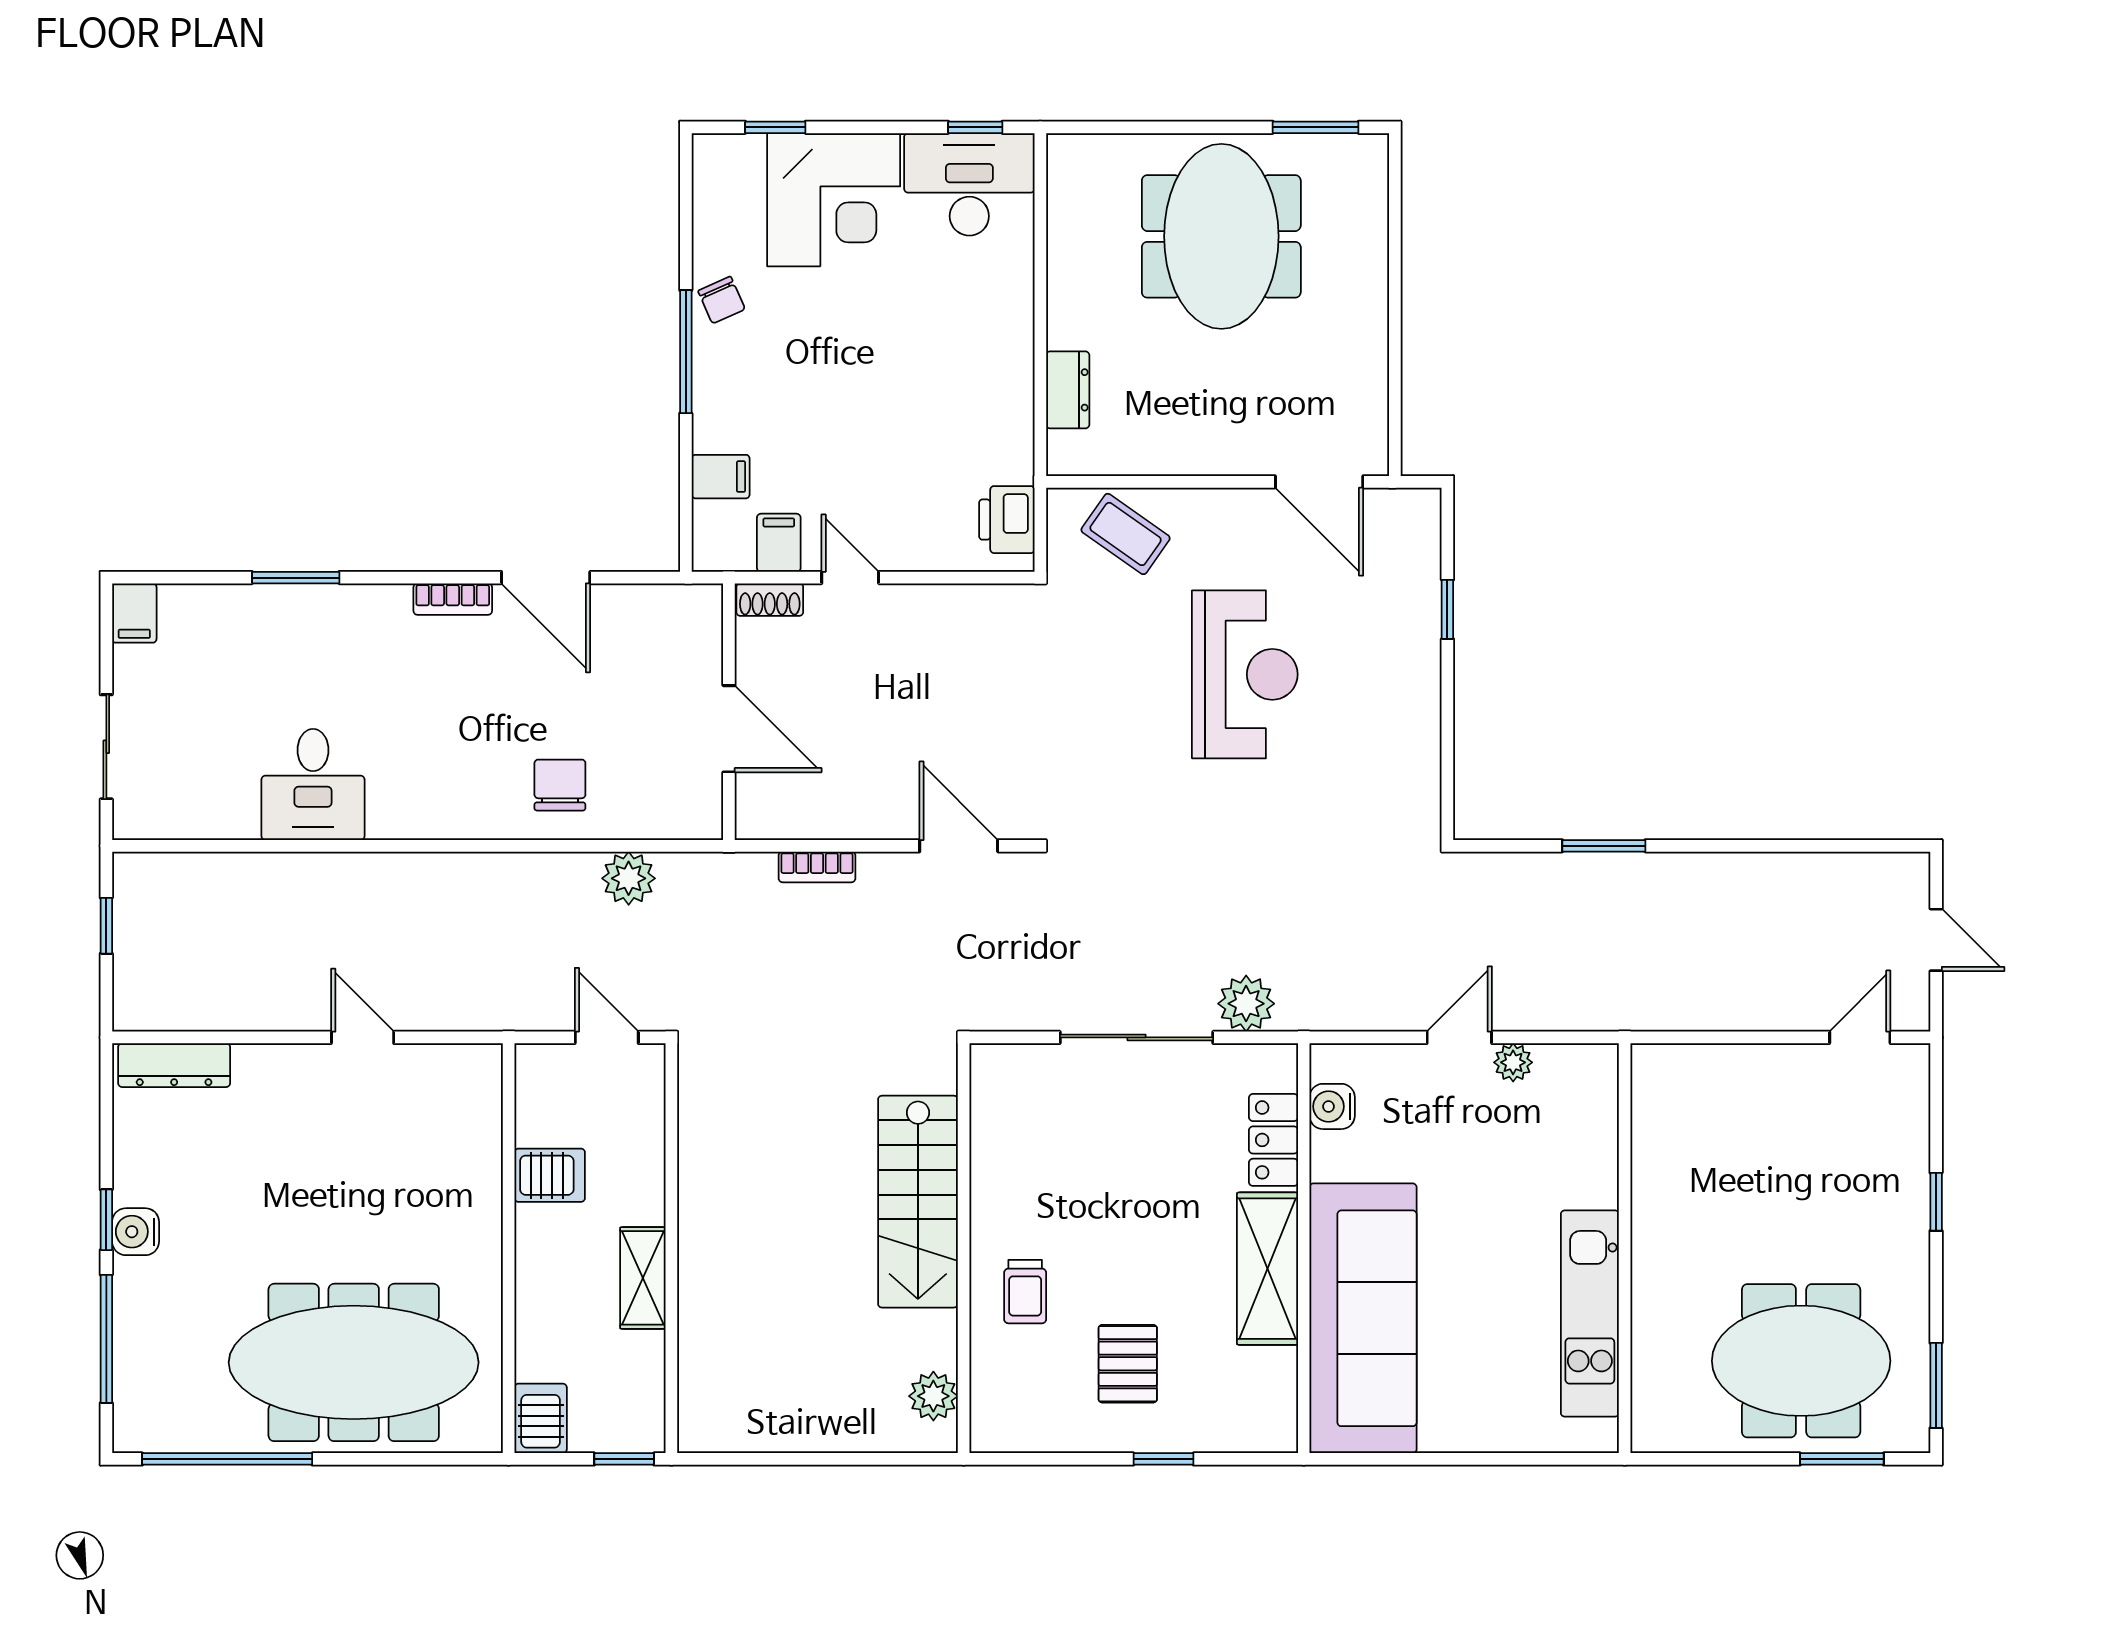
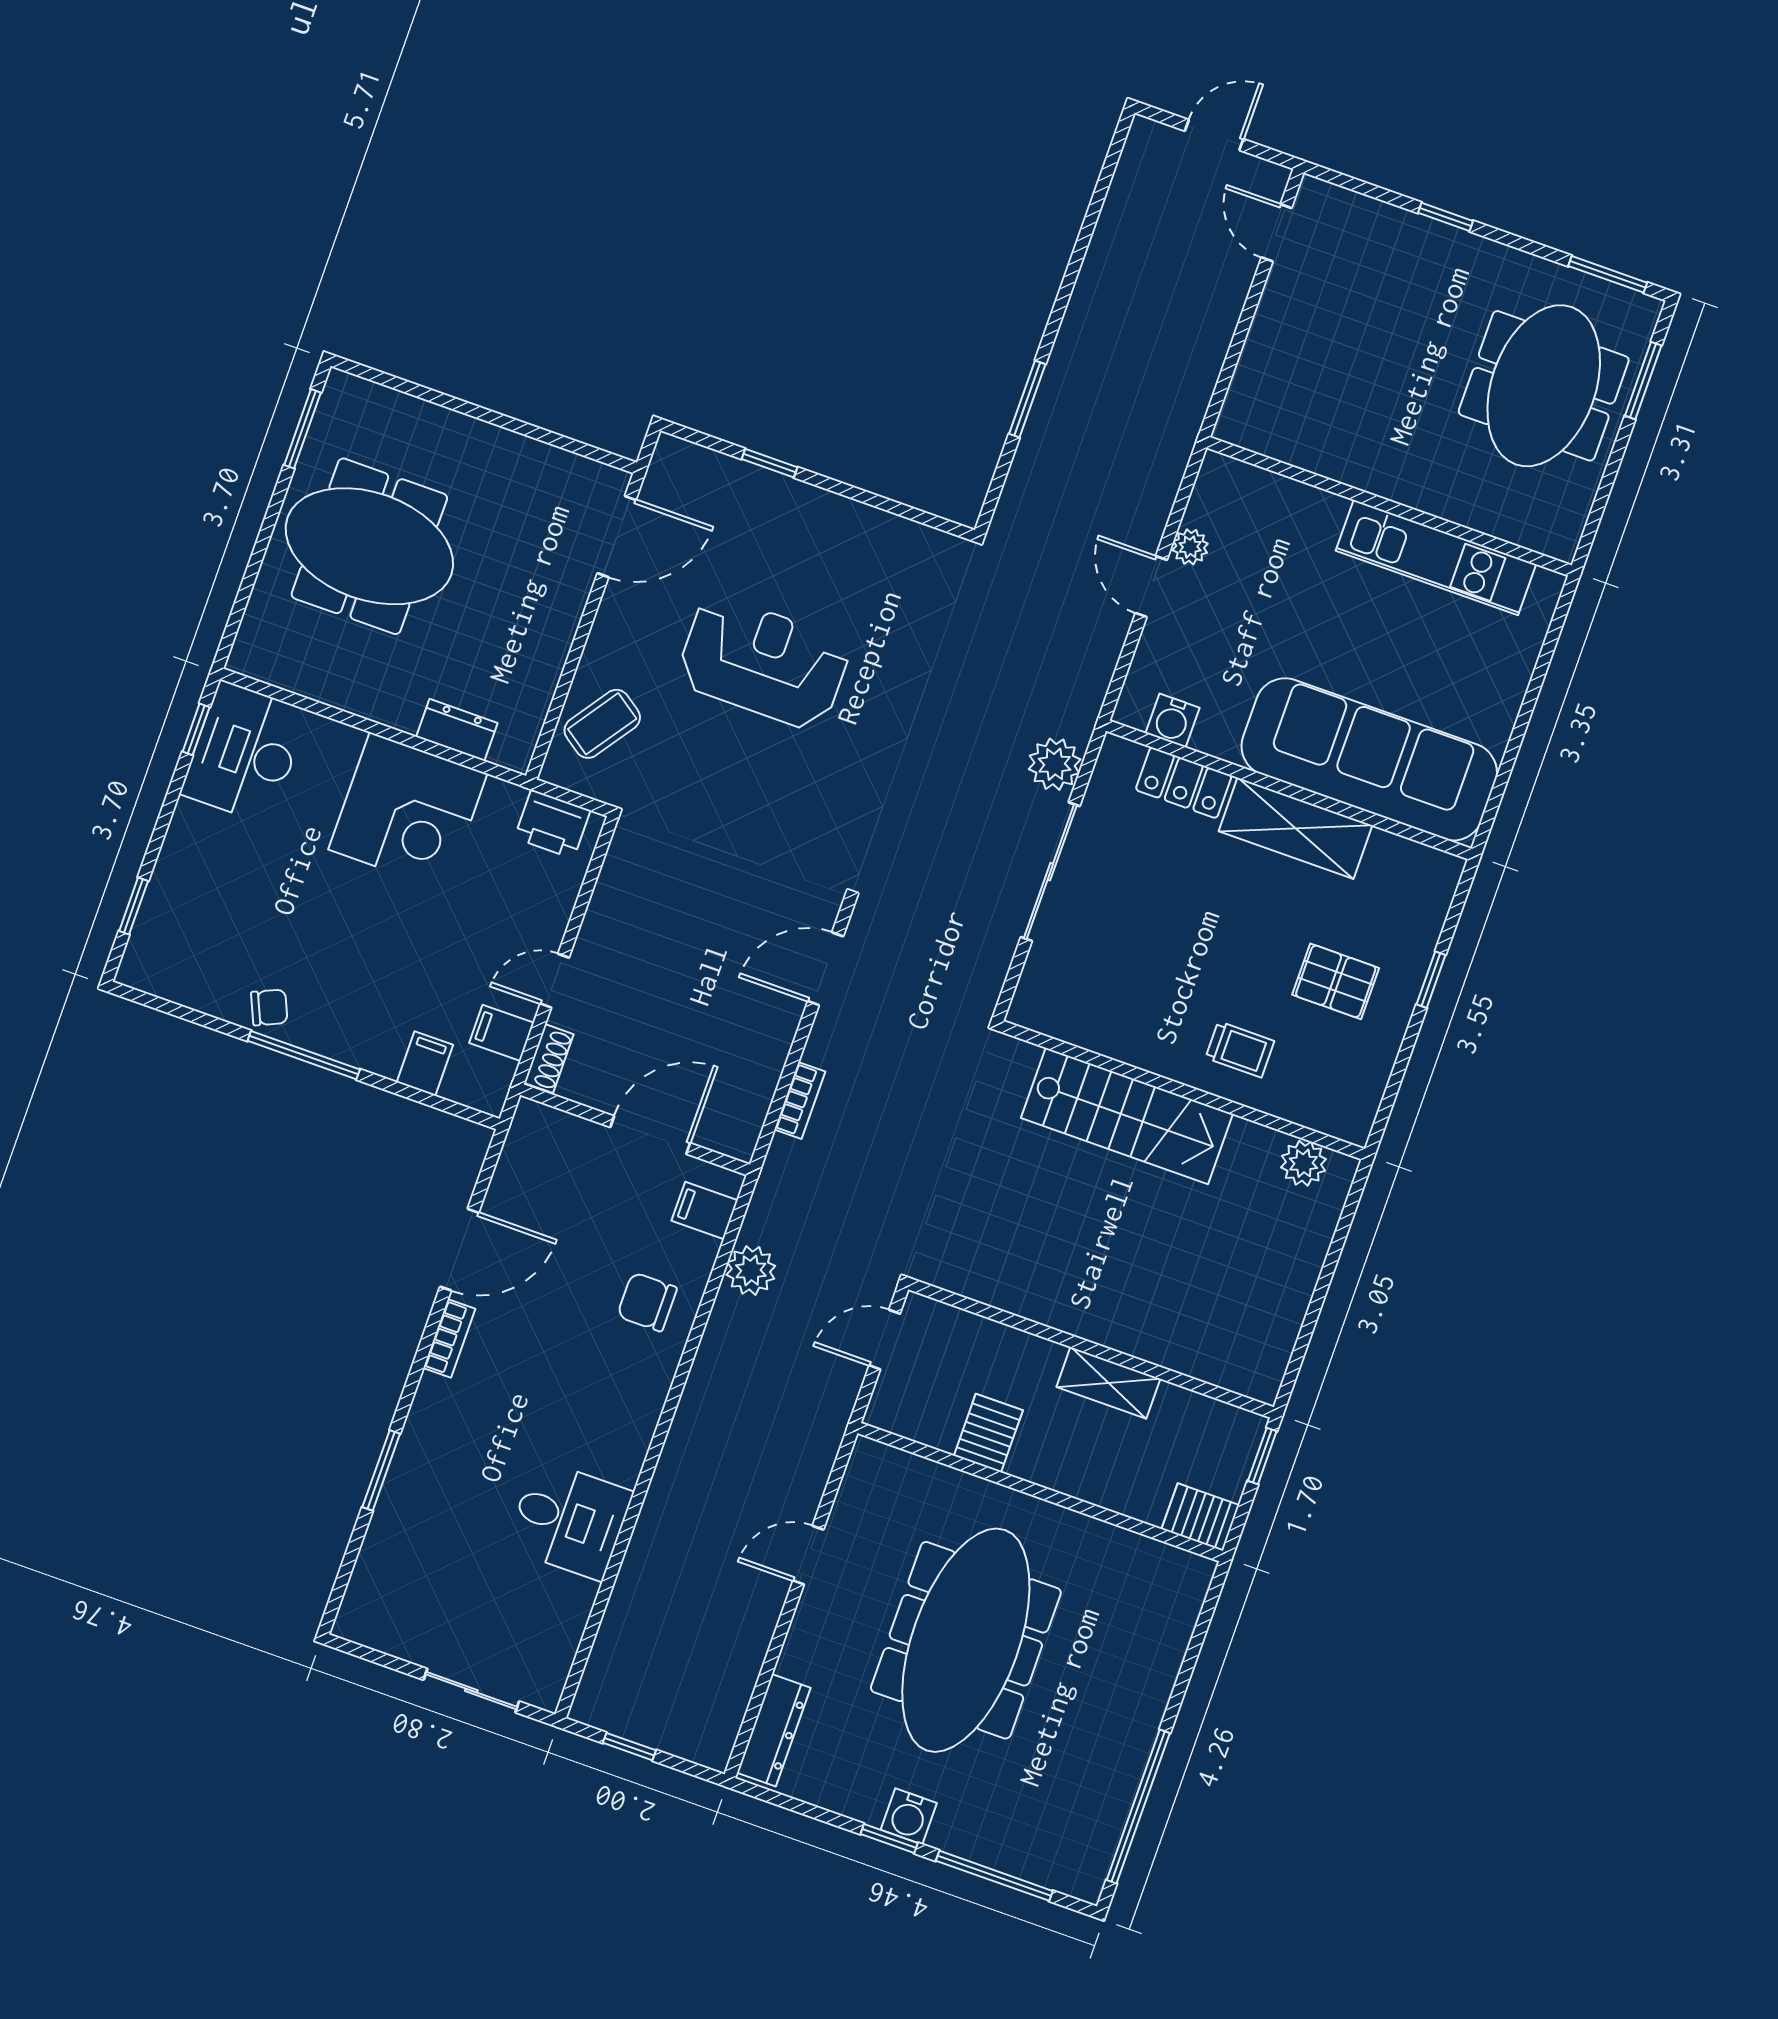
corner desk: (834, 200) -> (408, 812), moved, turned 90
filing cabinet: (134, 613) -> (705, 1210), moved, turned 180
meeting table: (354, 1362) -> (966, 1640), moved

